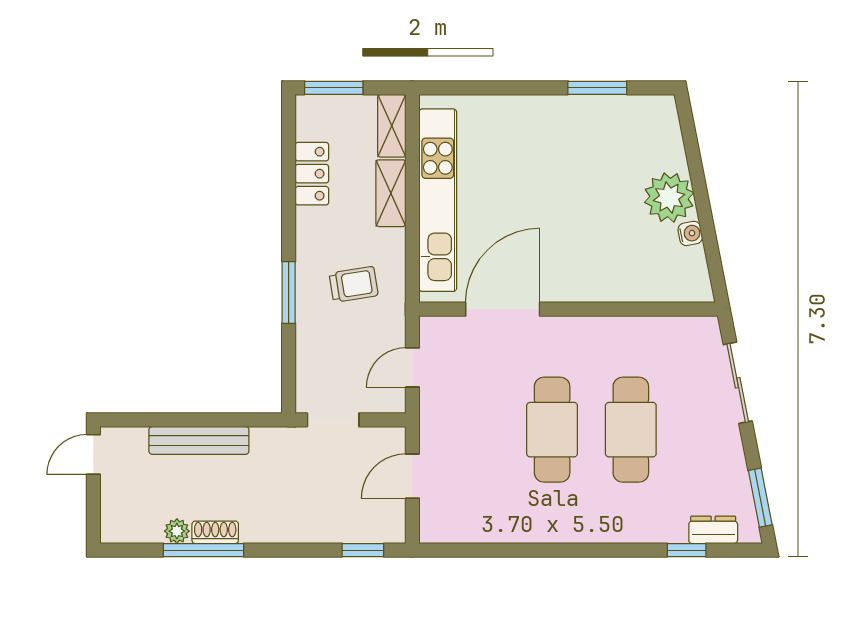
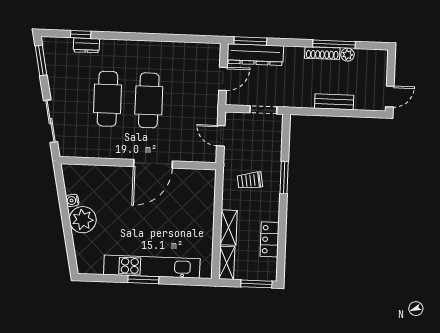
window: (597, 88) -> (143, 280), moved
kitchen unit: (438, 200) -> (152, 267), moved, turned 90
door: (503, 309) -> (153, 164), moved
door: (412, 367) -> (221, 136), swing flipped
bench: (199, 440) -> (334, 102), width x0.73
dresser: (353, 525) -> (255, 55), added
dresser: (713, 530) -> (86, 45), moved
shoe rack: (215, 532) -> (322, 53), width x1.43
window: (363, 550) -> (250, 41), width x1.50

